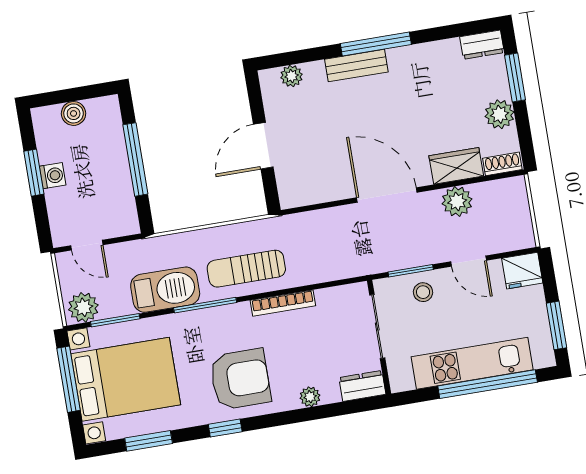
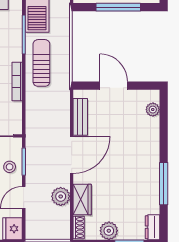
window: (376, 44) -> (164, 184), moved
bench: (356, 66) -> (80, 117), moved

